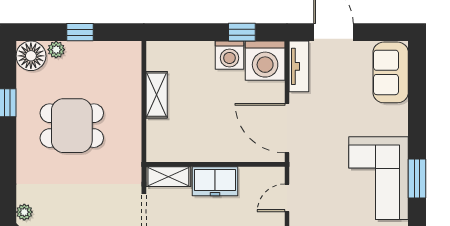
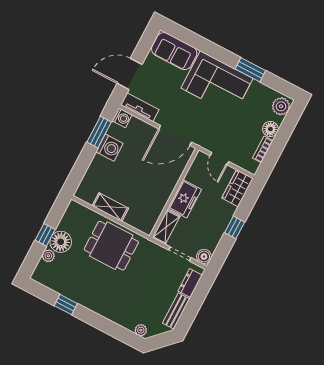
window: (242, 32) -> (99, 132), width x1.50
floor lamp: (31, 56) -> (61, 242), moved
washing machine: (265, 61) -> (122, 118), width x0.53, depth x0.53
dining table: (72, 126) -> (111, 246), moved, turned 90
corner sofa: (379, 178) -> (217, 83), moved

